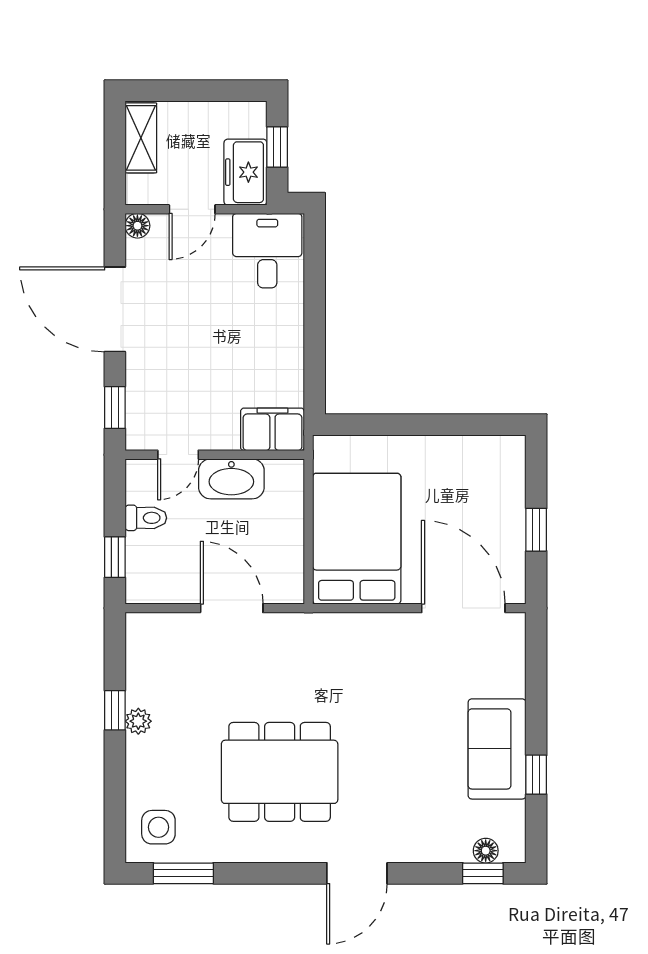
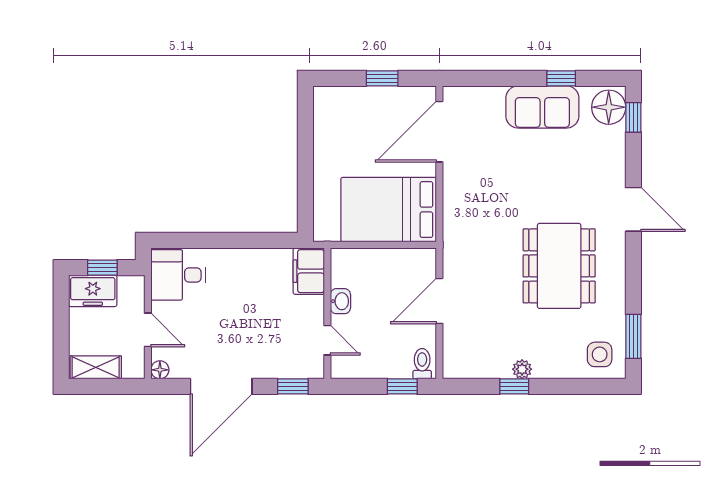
freezer: (245, 172) -> (93, 291), moved
washbasin: (231, 479) -> (340, 301), width x0.52, depth x0.69
toilet: (146, 518) -> (422, 364), moved
floor lamp: (486, 851) -> (609, 107), width x1.89, depth x1.89

